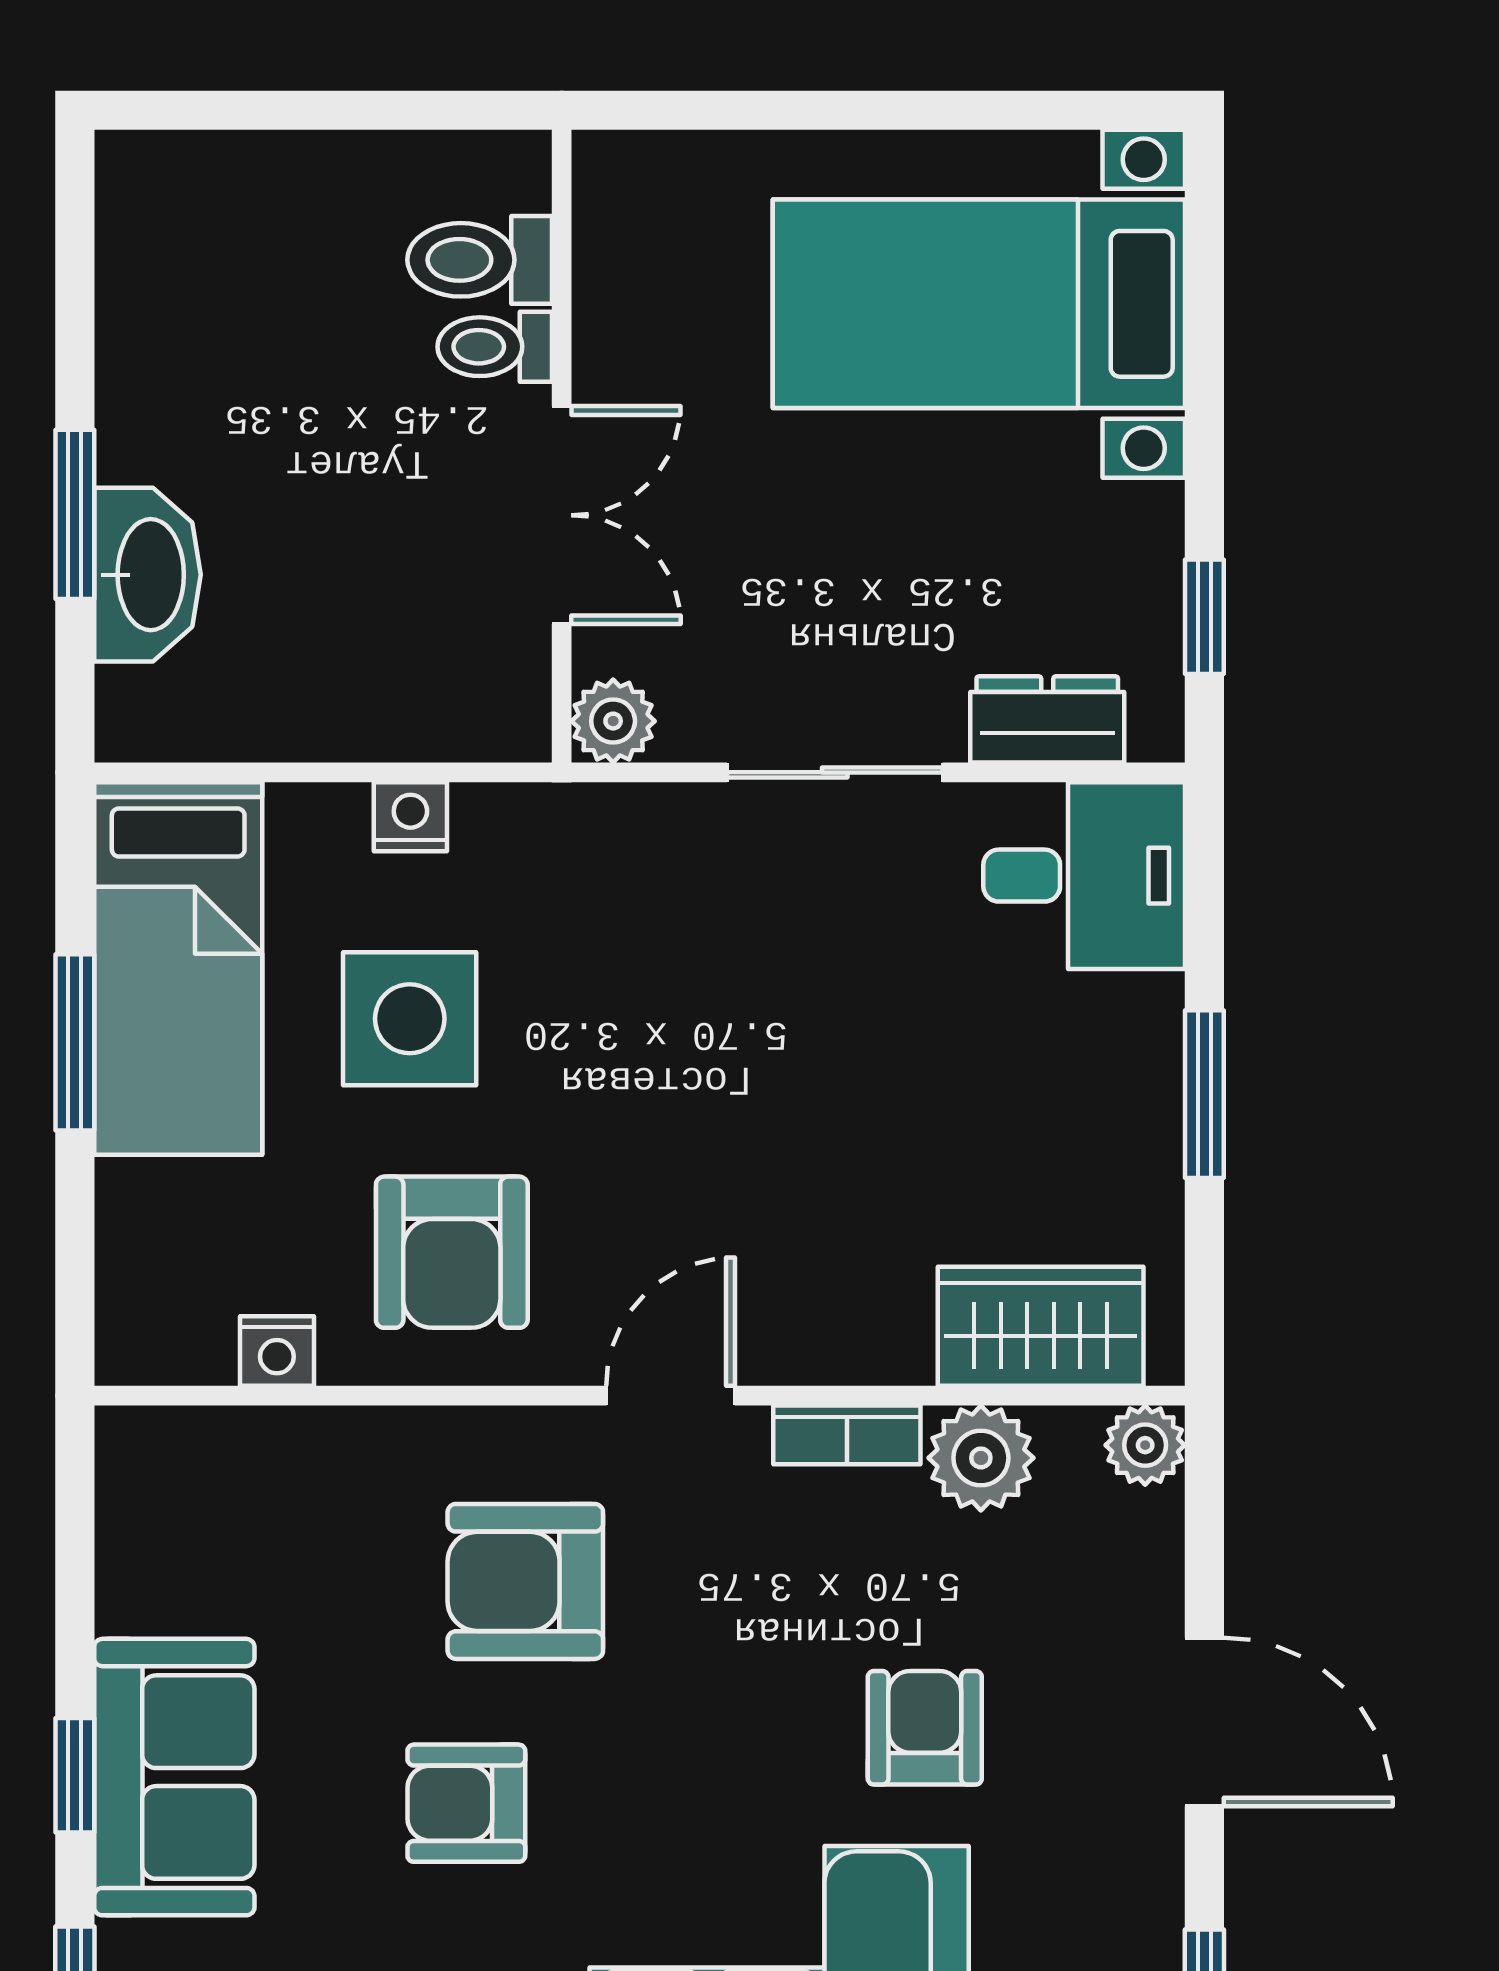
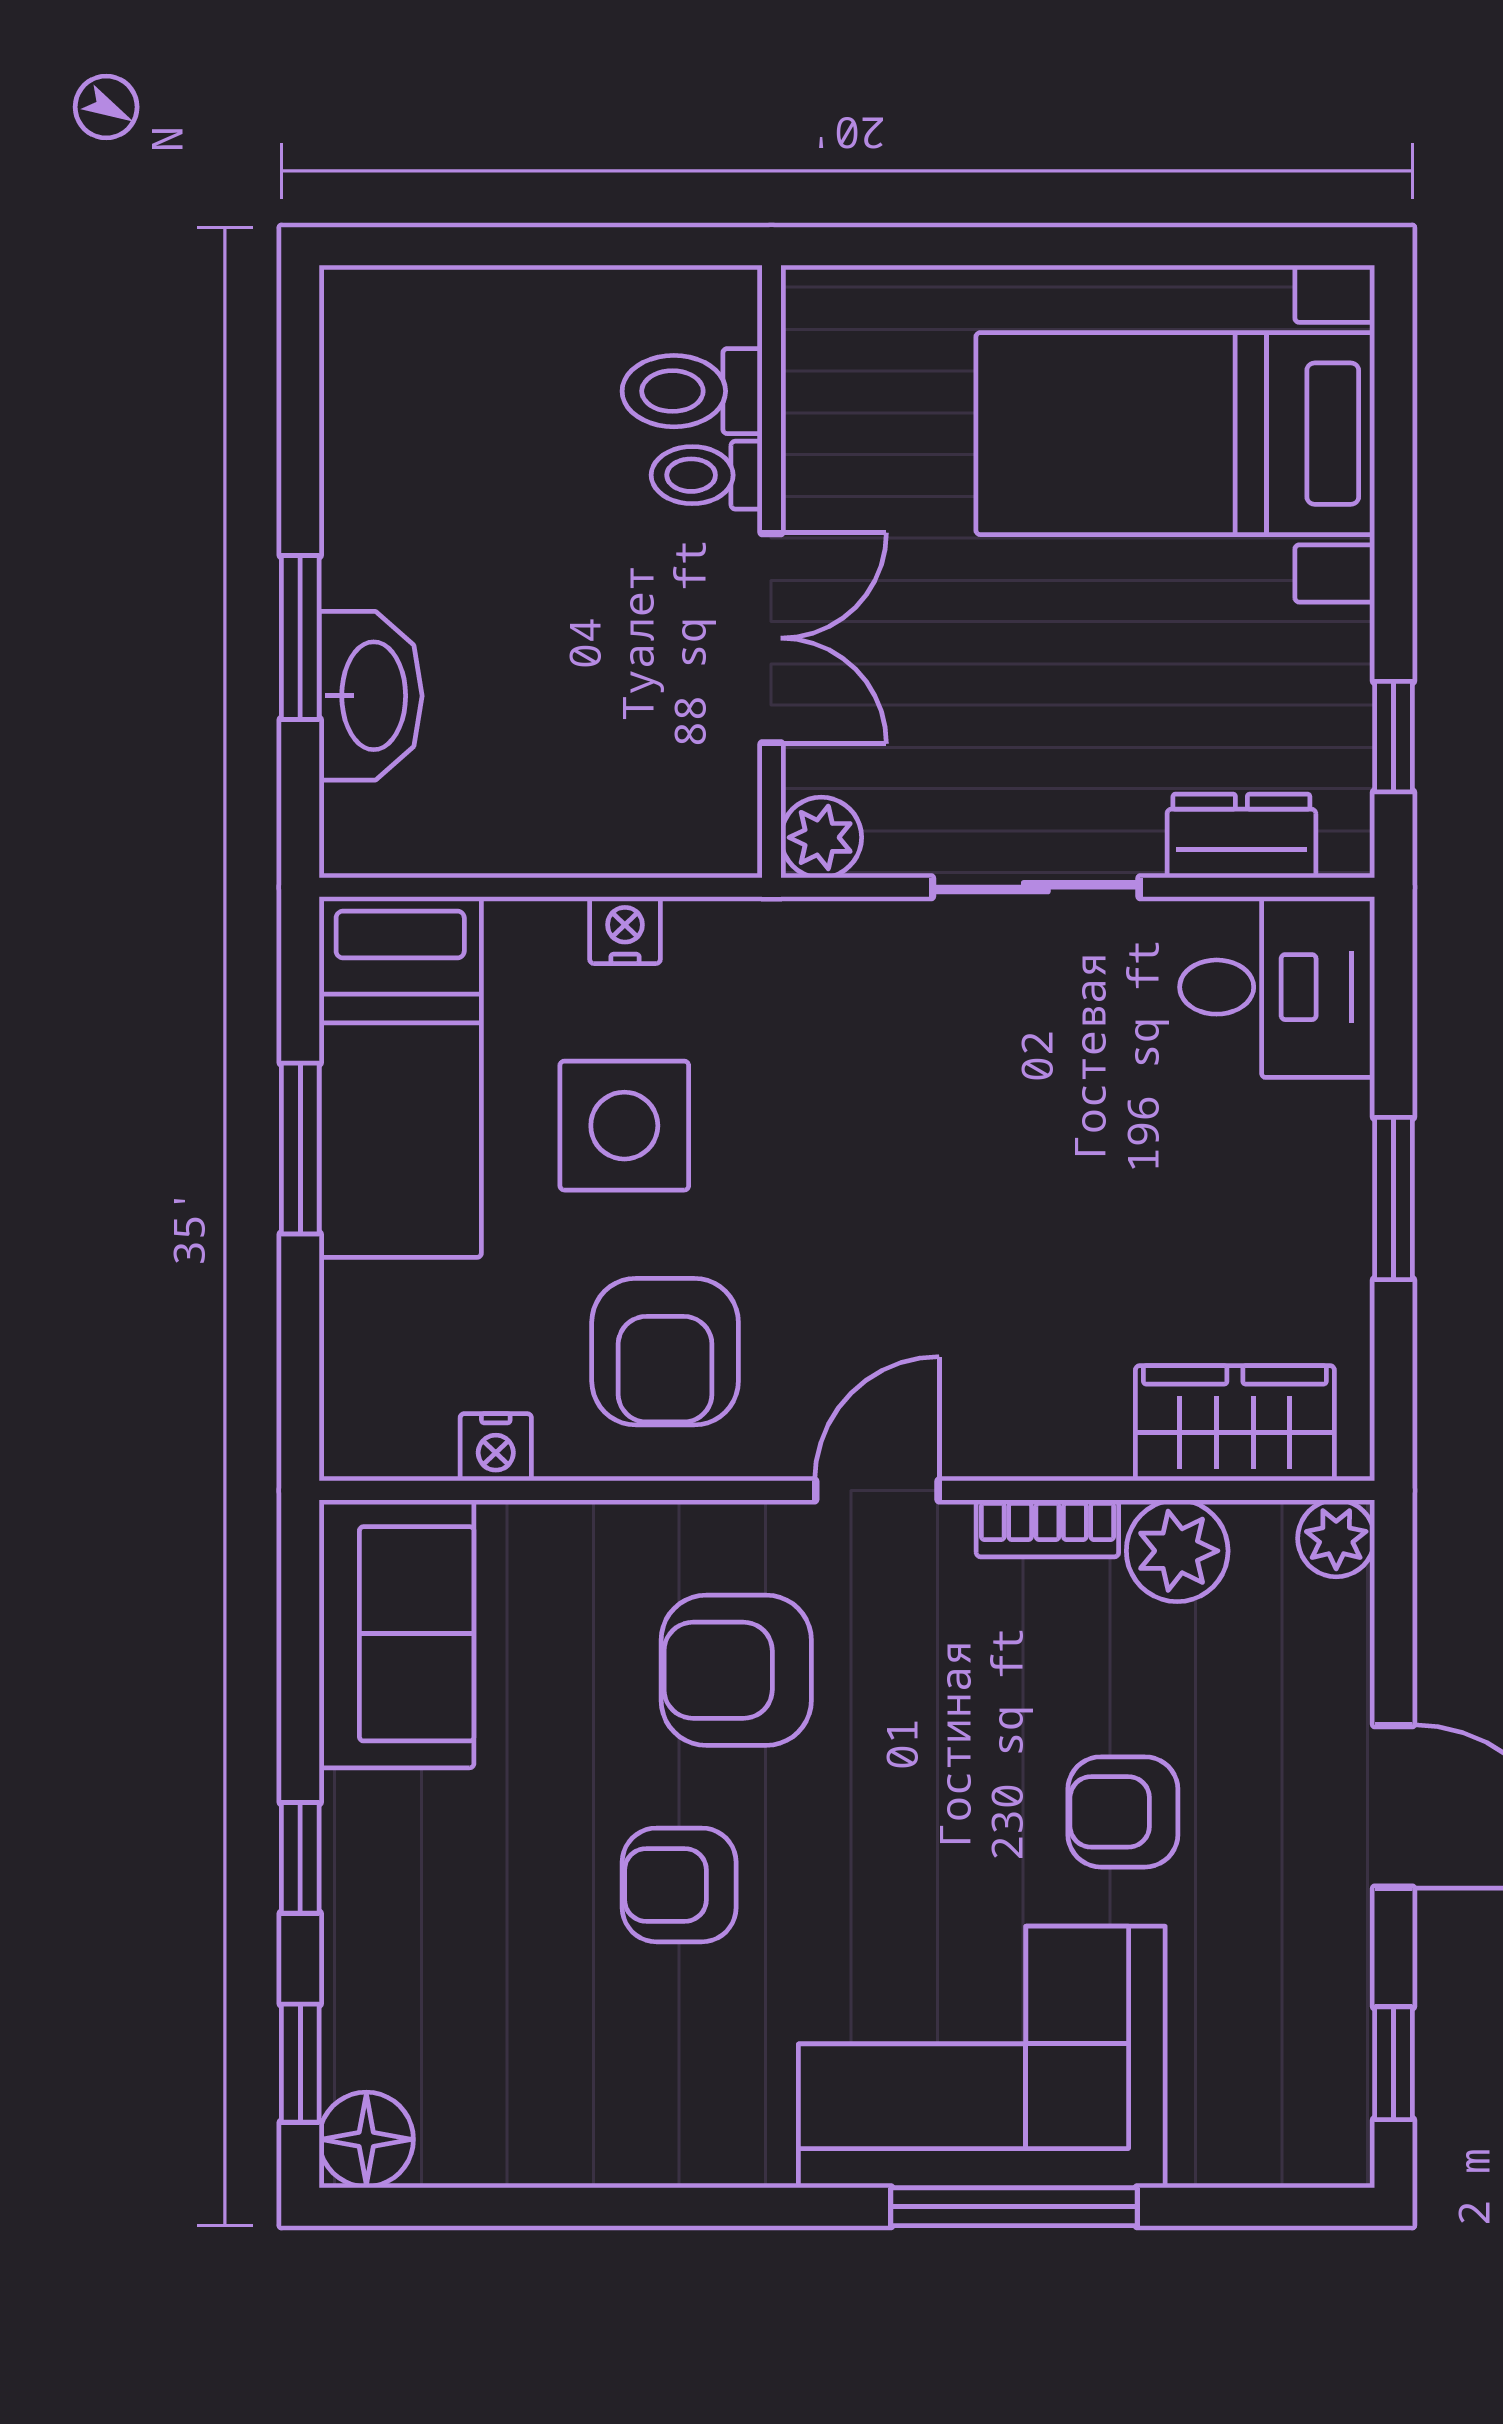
armchair: (925, 1728) -> (1123, 1812), turned -90
sofa: (174, 1777) -> (397, 1634), moved

